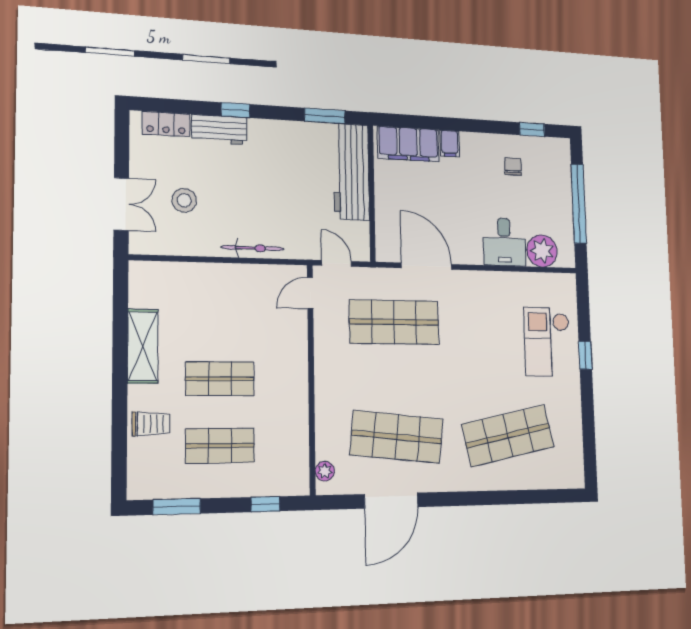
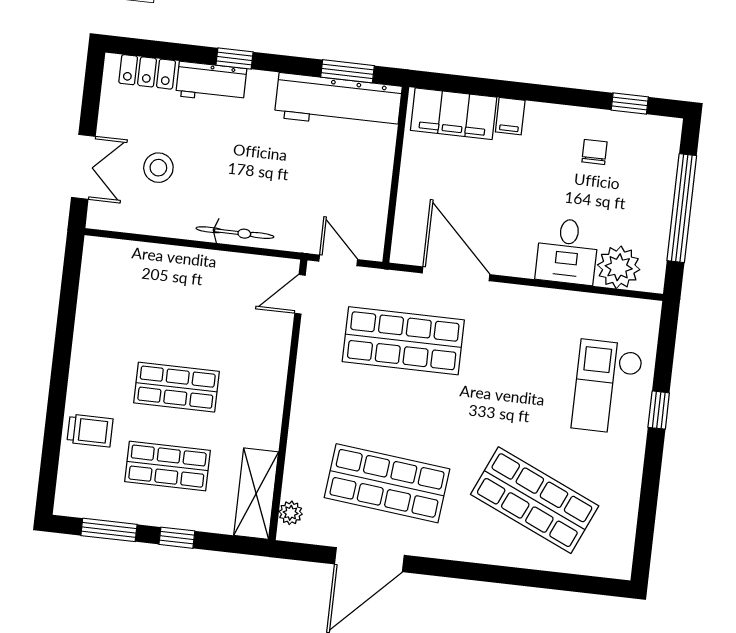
workbench: (351, 172) -> (338, 102), moved, turned -90
shelving: (143, 346) -> (256, 494), moved
shop shelf: (508, 436) -> (535, 500), turned 36
window: (265, 504) -> (177, 538), moved

